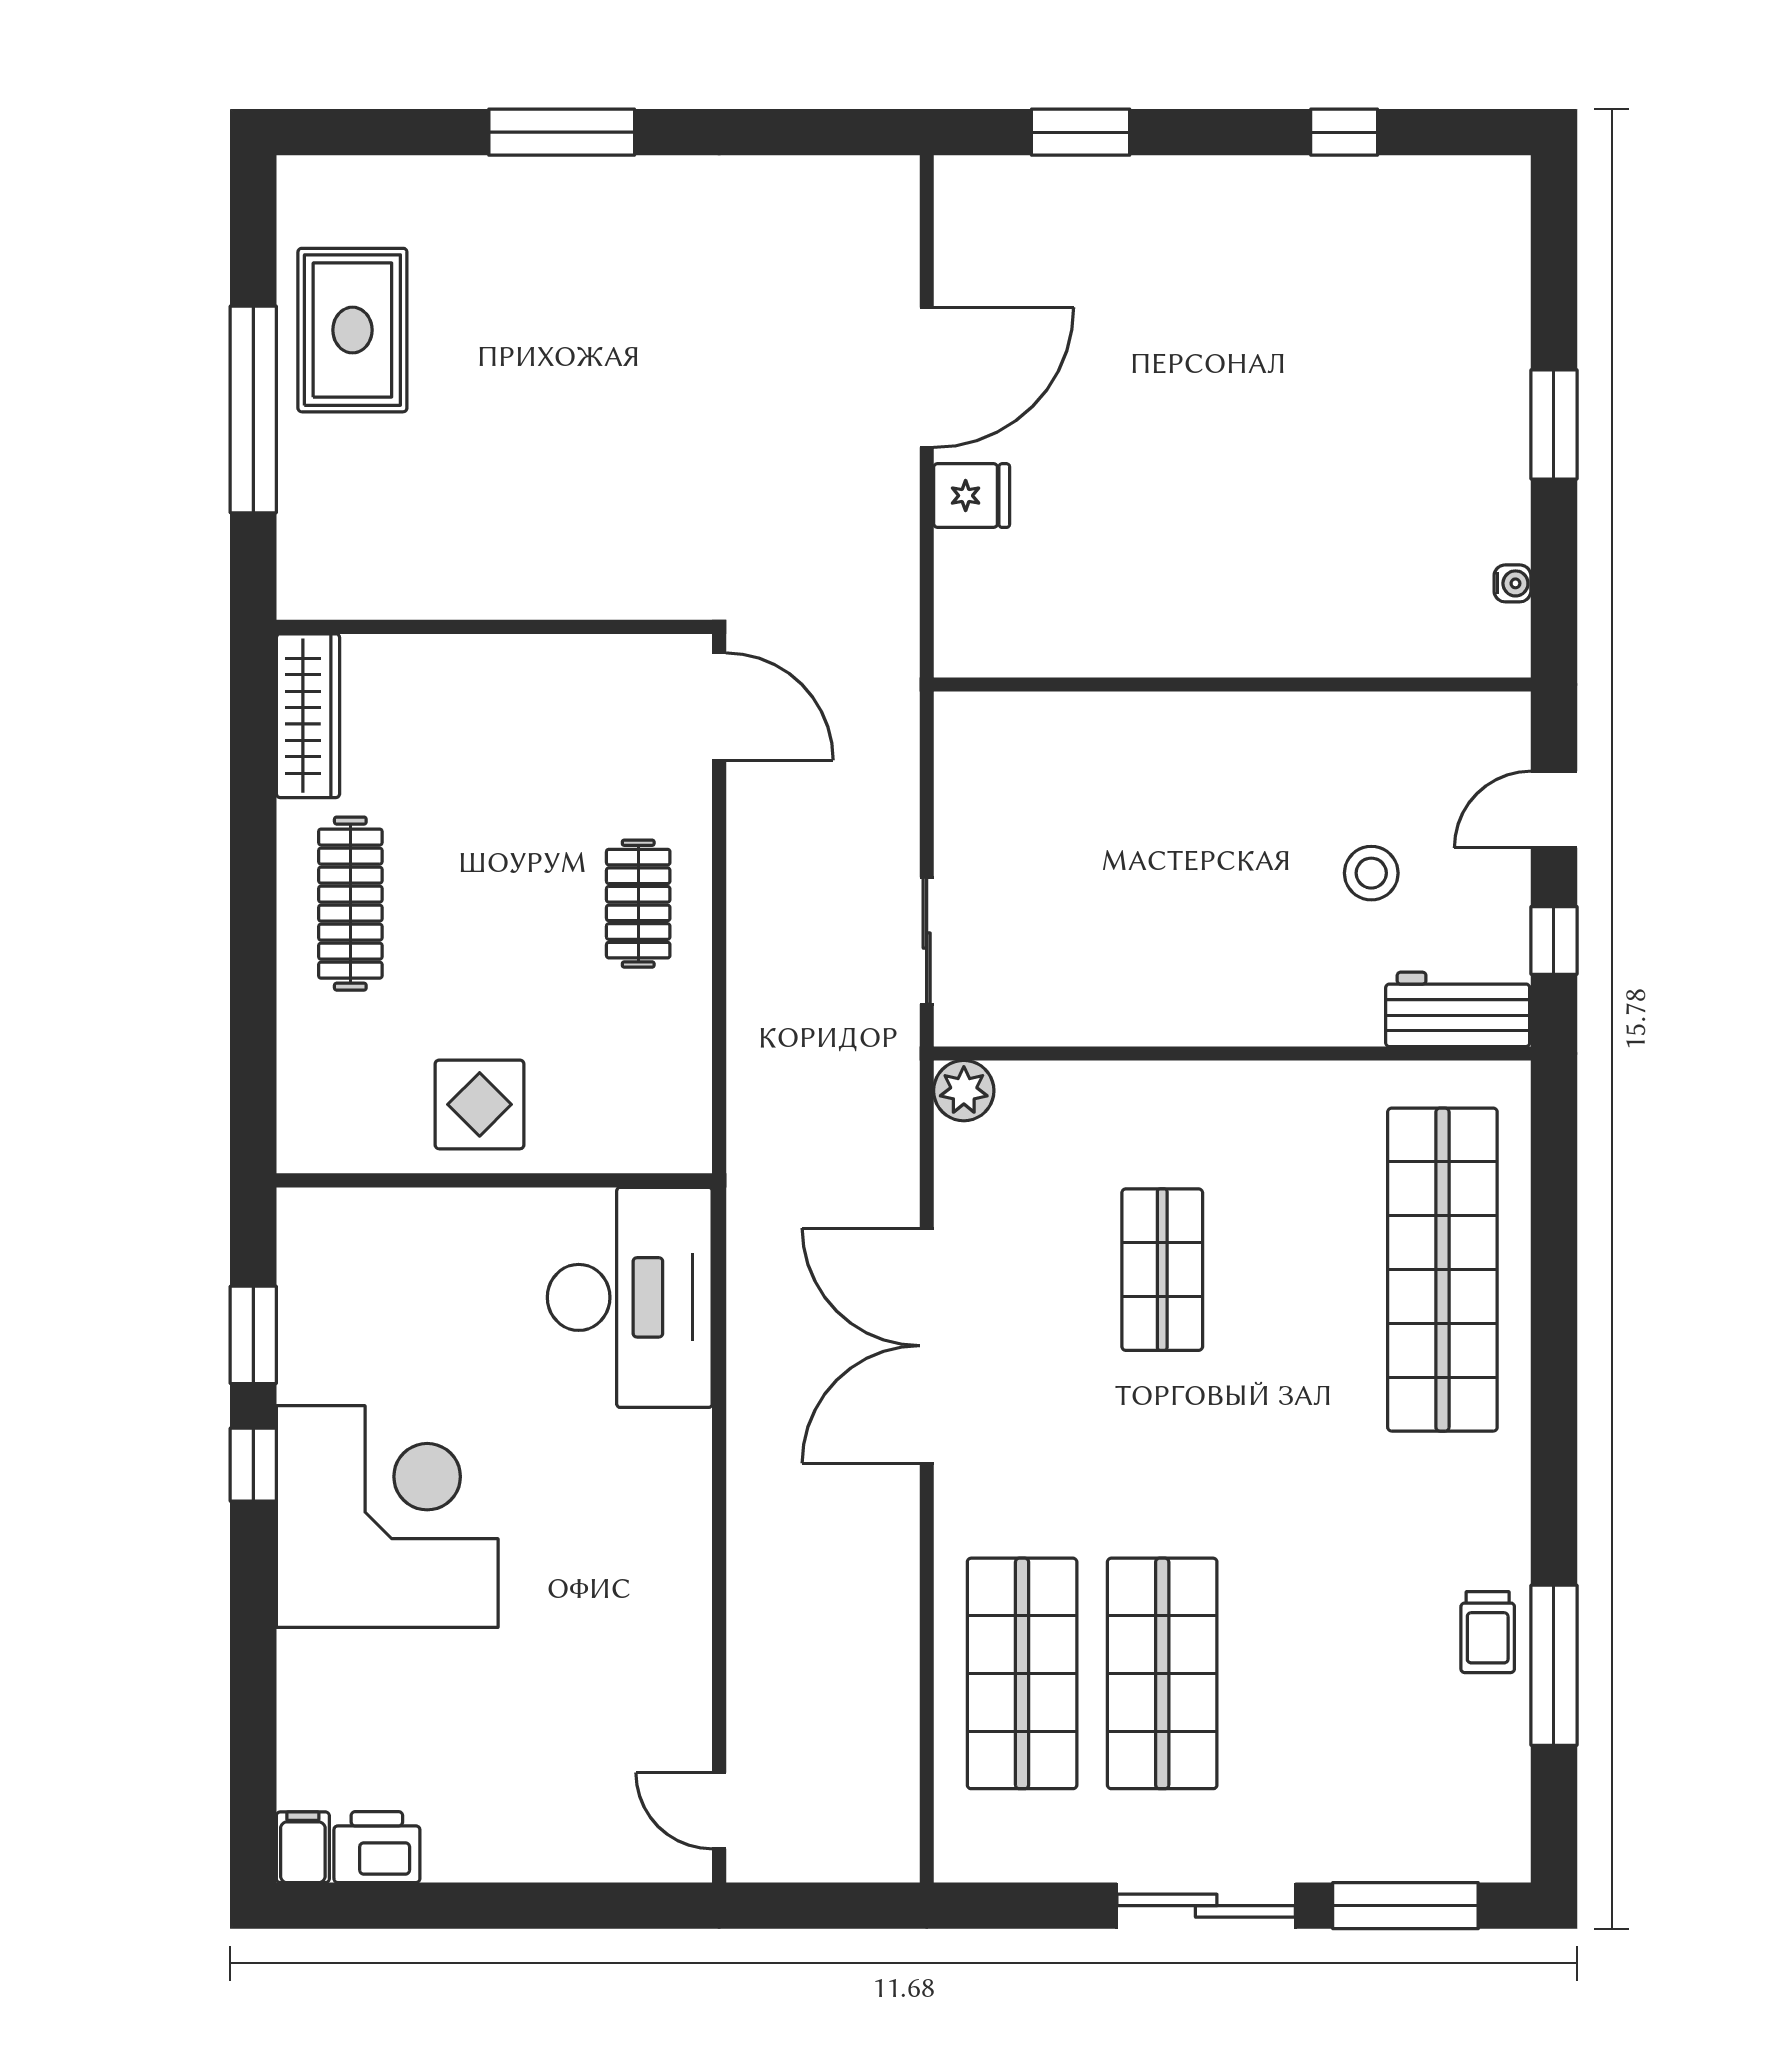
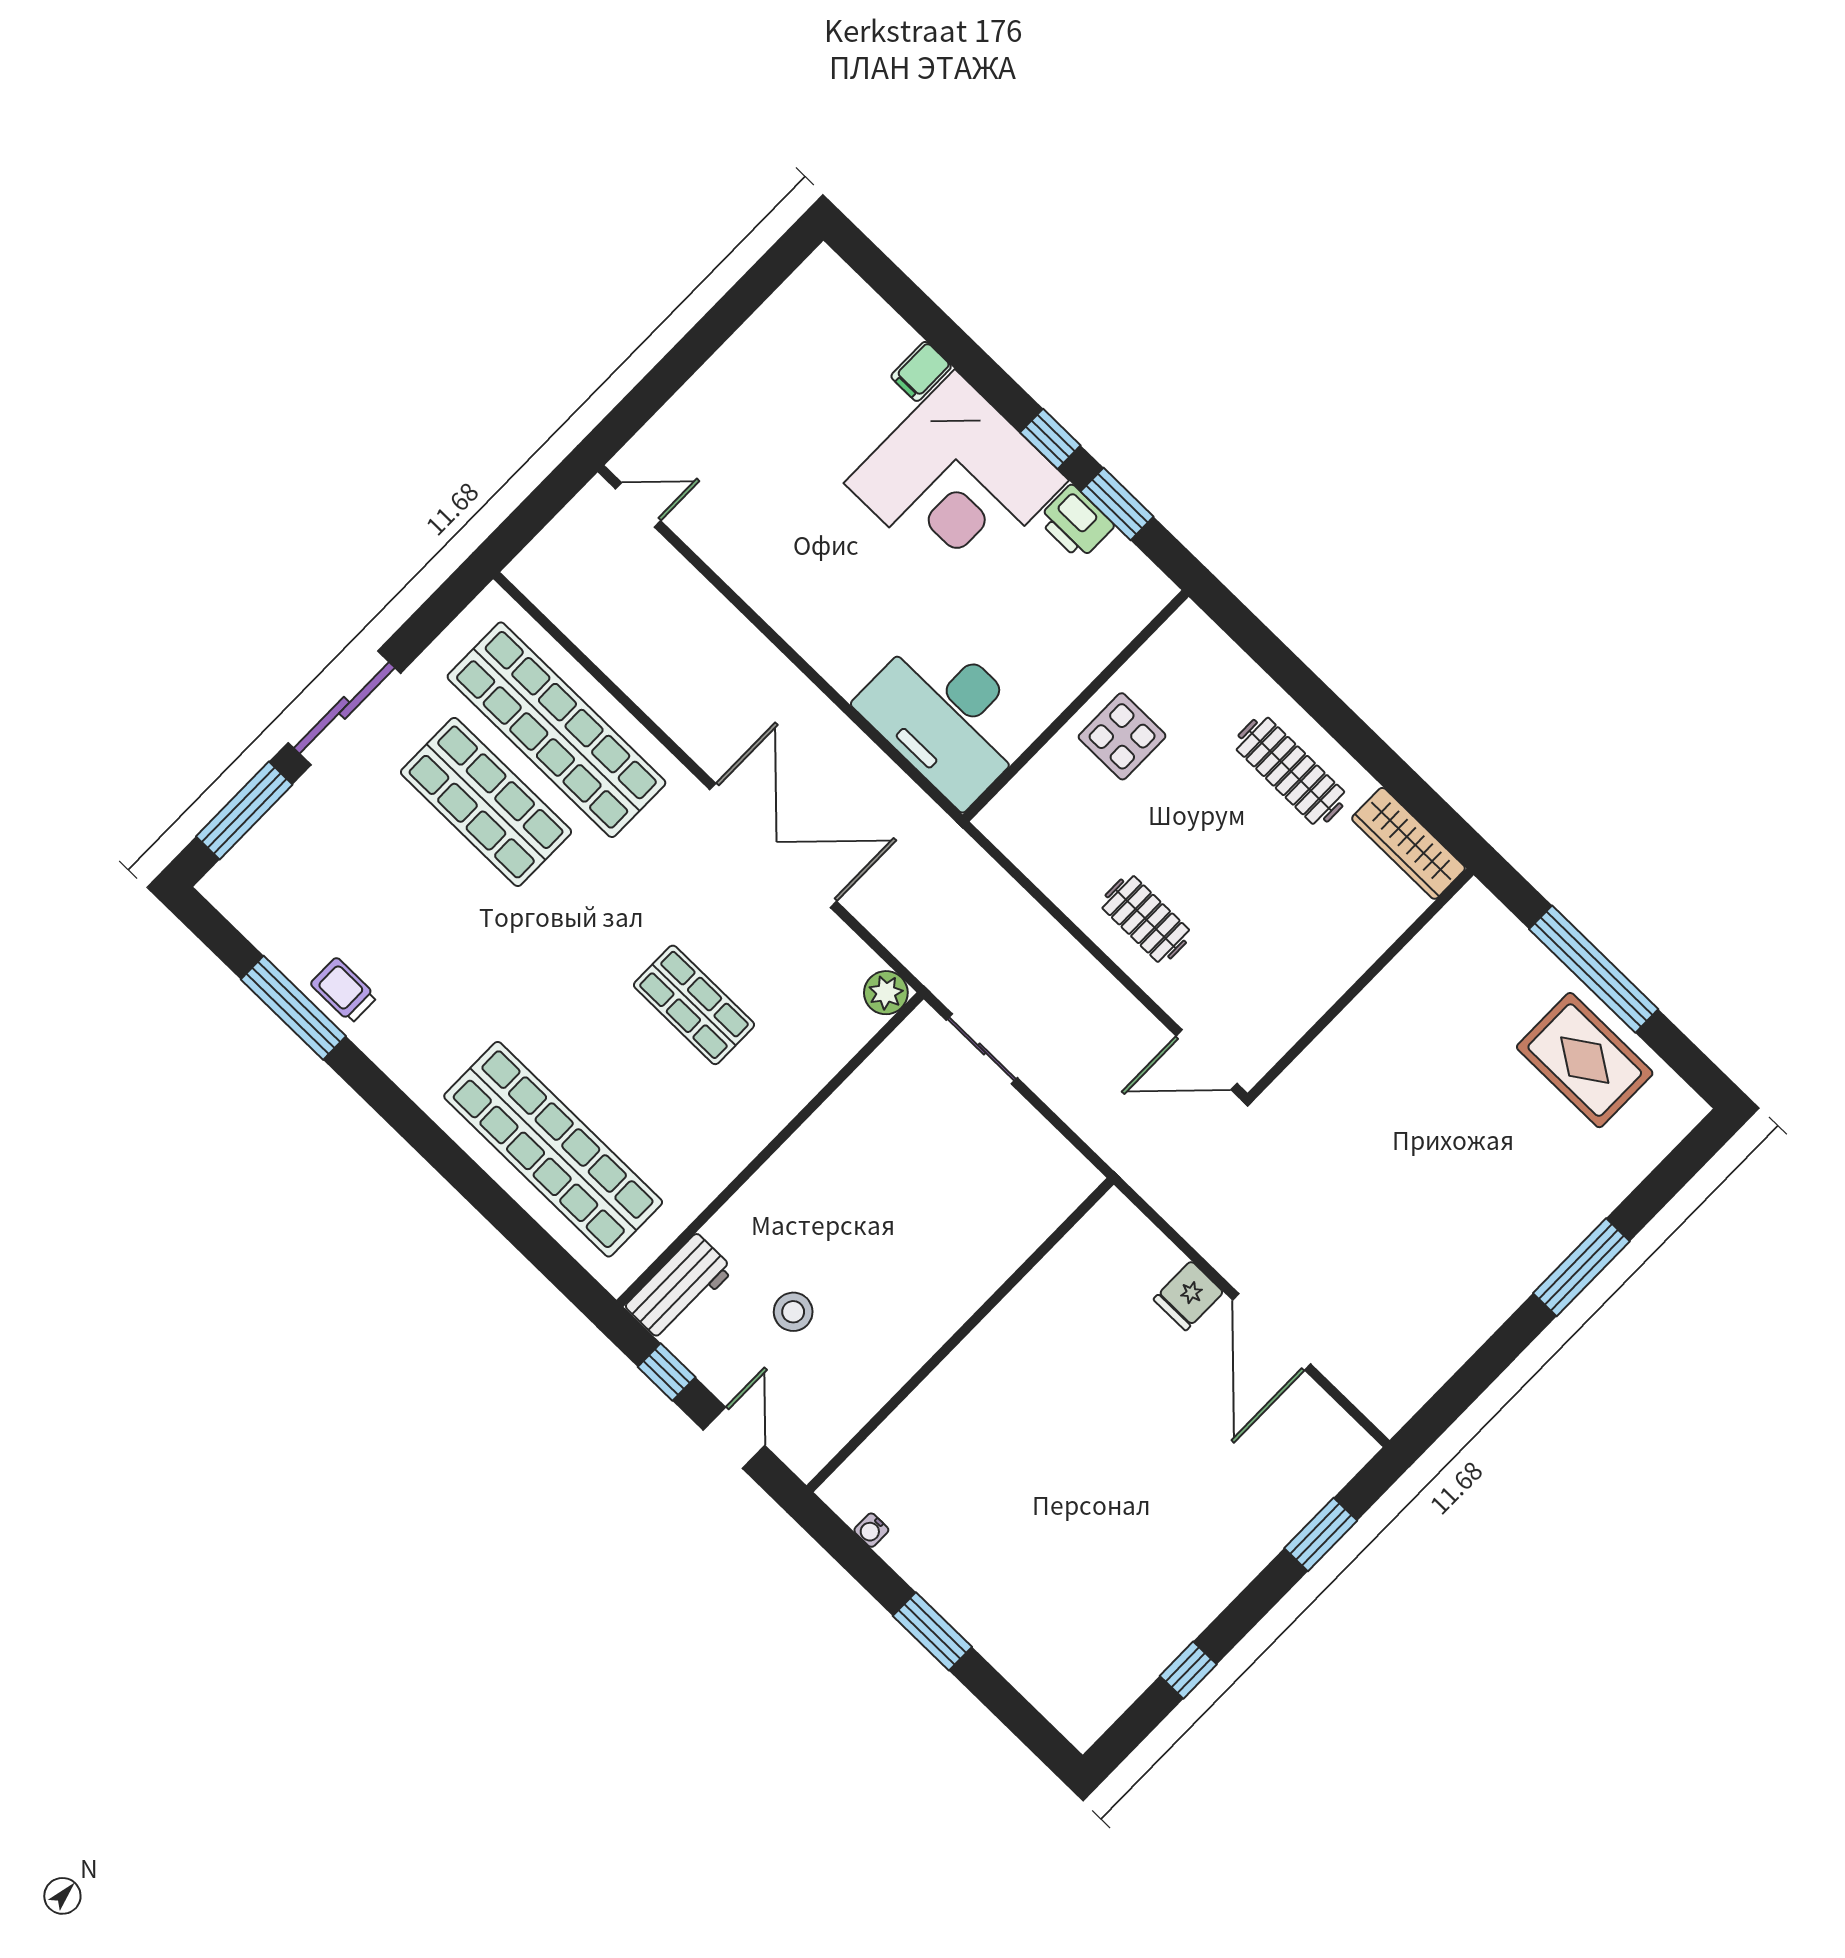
shop shelf: (1022, 1673) -> (556, 730), width x1.40
filing cabinet: (303, 1847) -> (921, 371), moved, turned 90
printer: (377, 1847) -> (1076, 523), moved, turned 90

